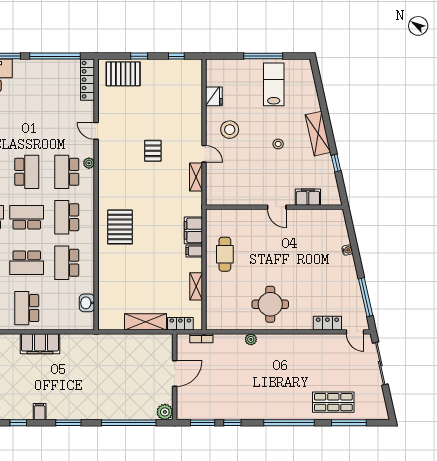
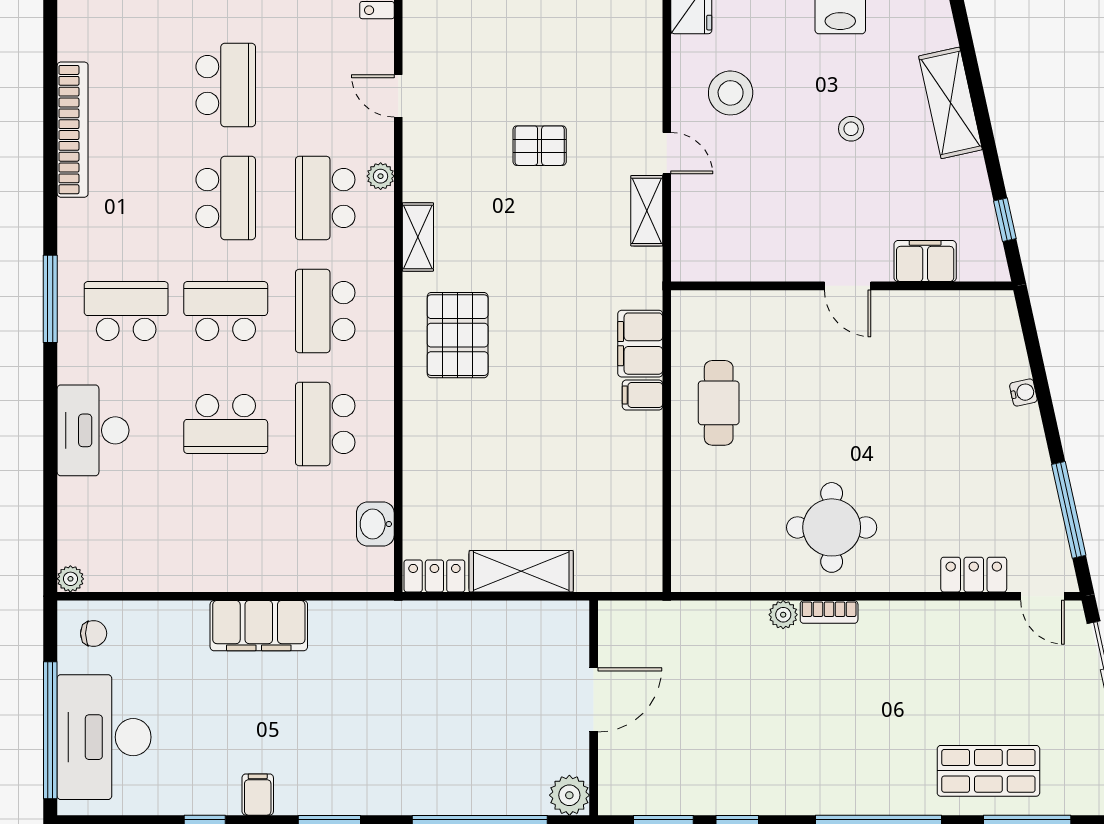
pallet: (153, 151) -> (540, 146), turned 90
window: (336, 163) -> (1005, 220), moved
shelving: (196, 286) -> (418, 237), moved
school desk: (27, 308) -> (226, 85), moved, turned 180
locker: (180, 324) -> (434, 576), moved
bookcase: (201, 338) -> (829, 612), moved

